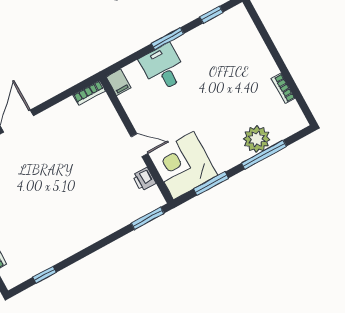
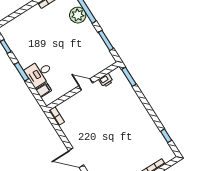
filing cabinet: (119, 82) -> (44, 90), moved
door: (139, 145) -> (86, 84), hinge flipped
corner desk: (184, 166) -> (96, 57), removed

